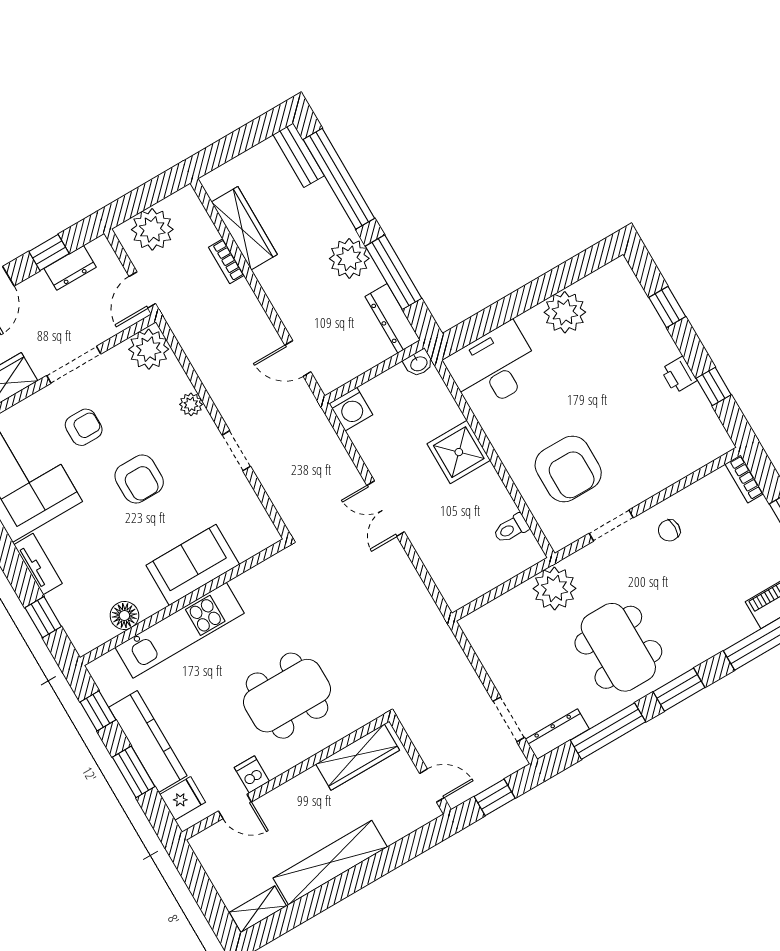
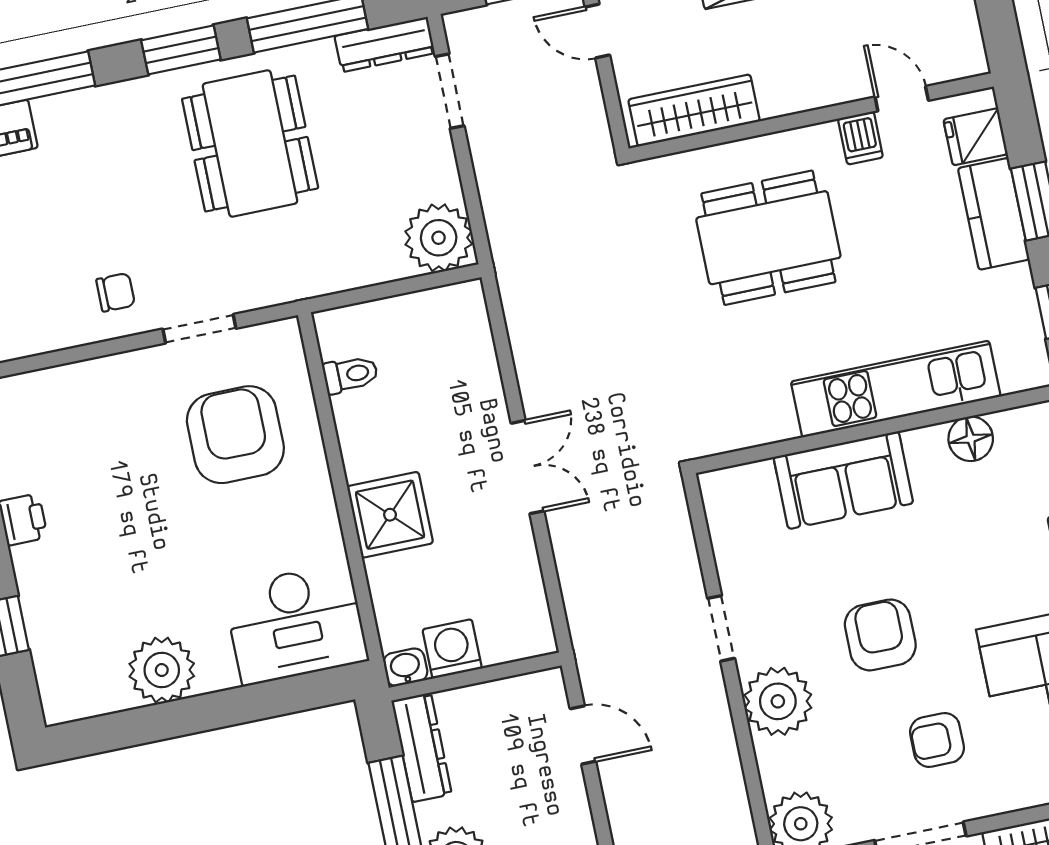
plant: (191, 404) -> (778, 701), width x1.87, depth x1.87
washing machine: (351, 409) -> (452, 649), moved
plant: (555, 589) -> (439, 238), moved
kitchen counter: (148, 741) -> (994, 214), width x0.67

